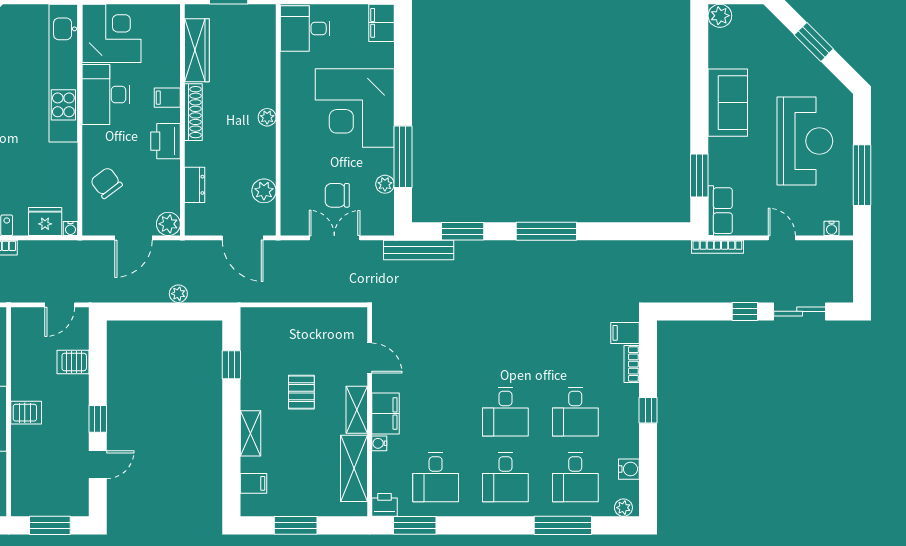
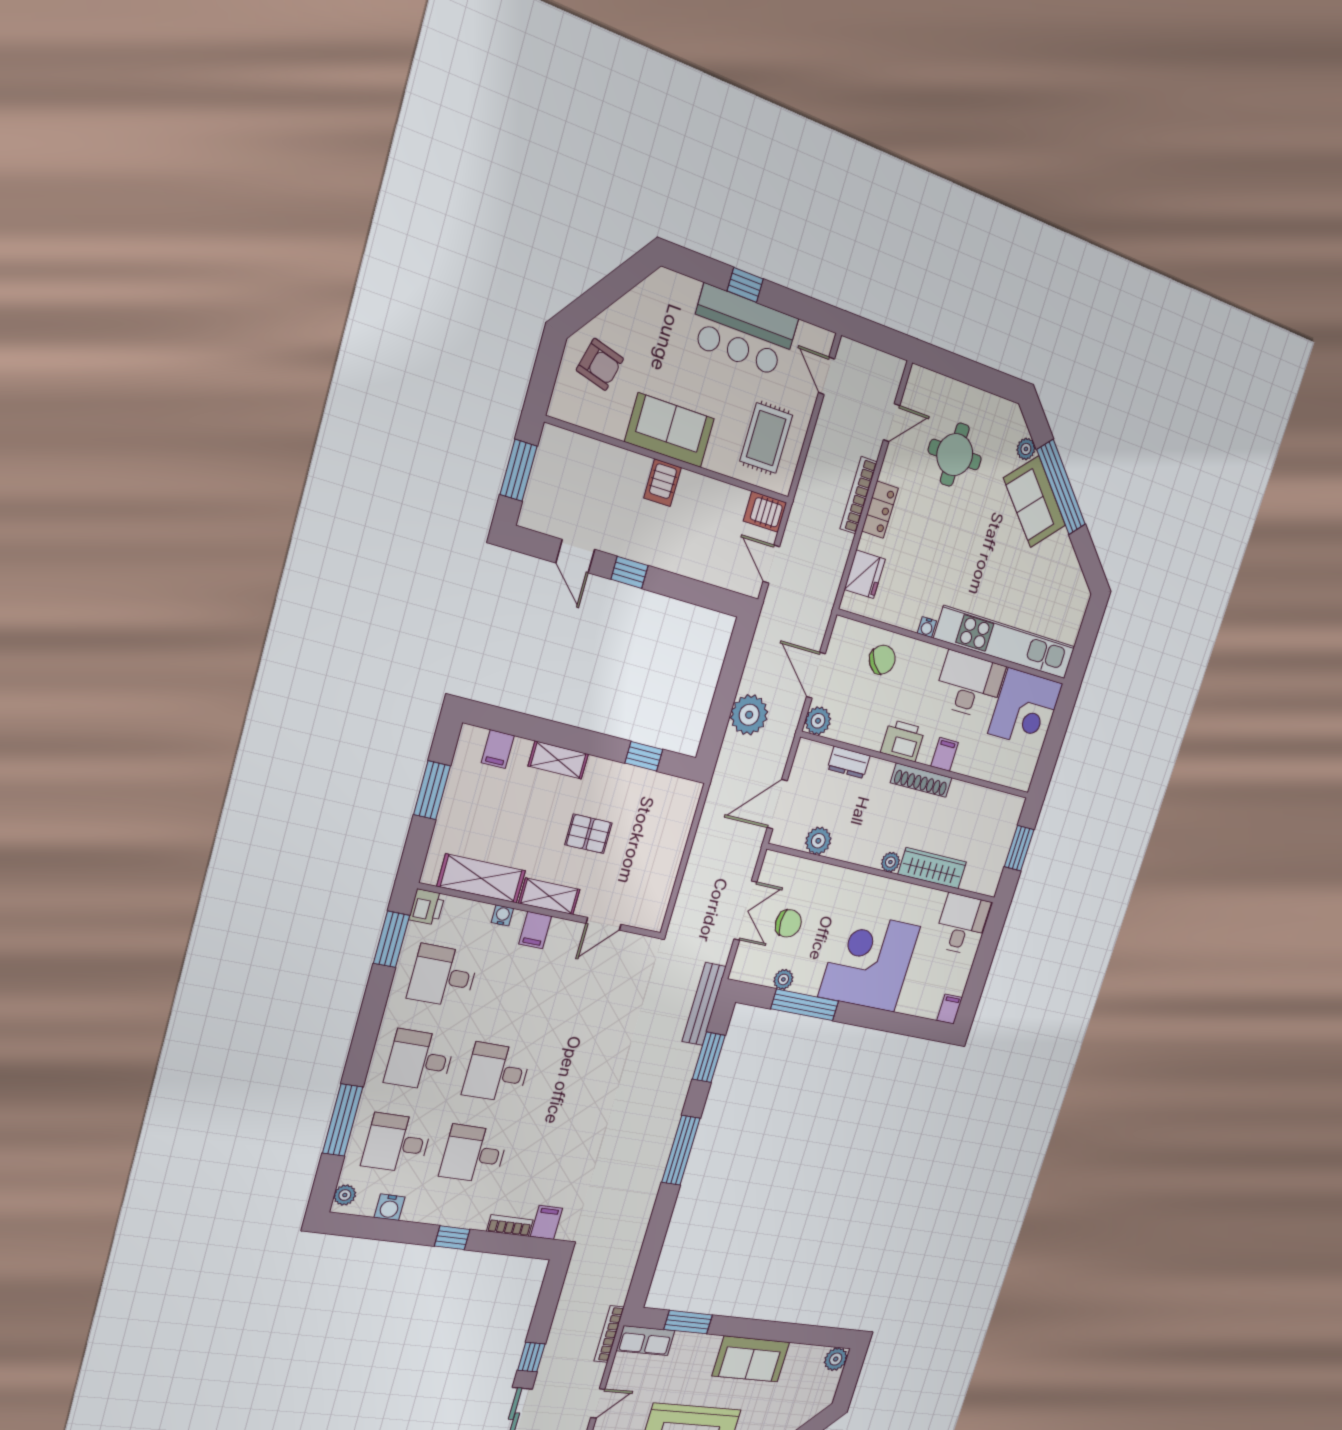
filing cabinet: (381, 23) -> (950, 1009), width x0.50
wardrobe: (197, 50) -> (932, 868), moved, turned 180
chair: (337, 195) -> (788, 923), turned 90
water cooler: (70, 229) -> (927, 627), moved, turned -90
plant: (178, 294) -> (749, 715), width x1.88, depth x1.88
server rack: (73, 362) -> (765, 512), moved, turned -90
filing cabinet: (385, 414) -> (535, 930), width x0.50

